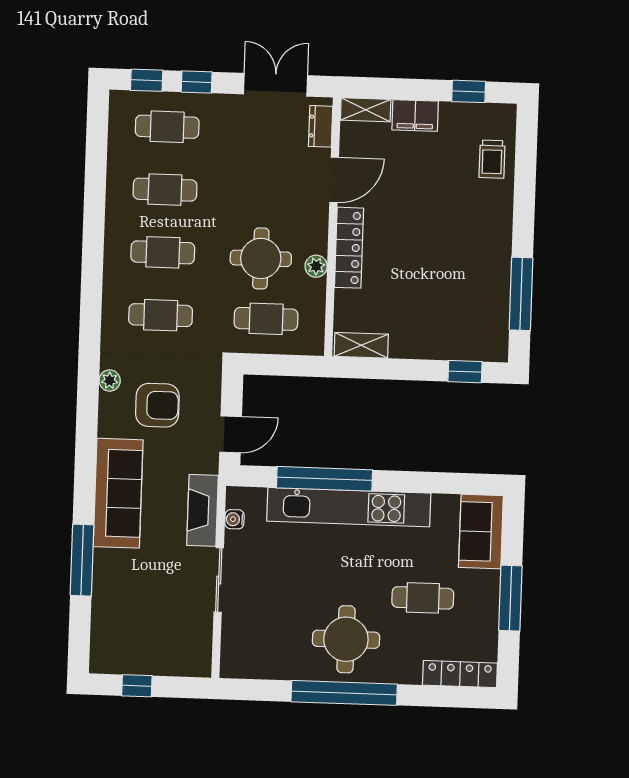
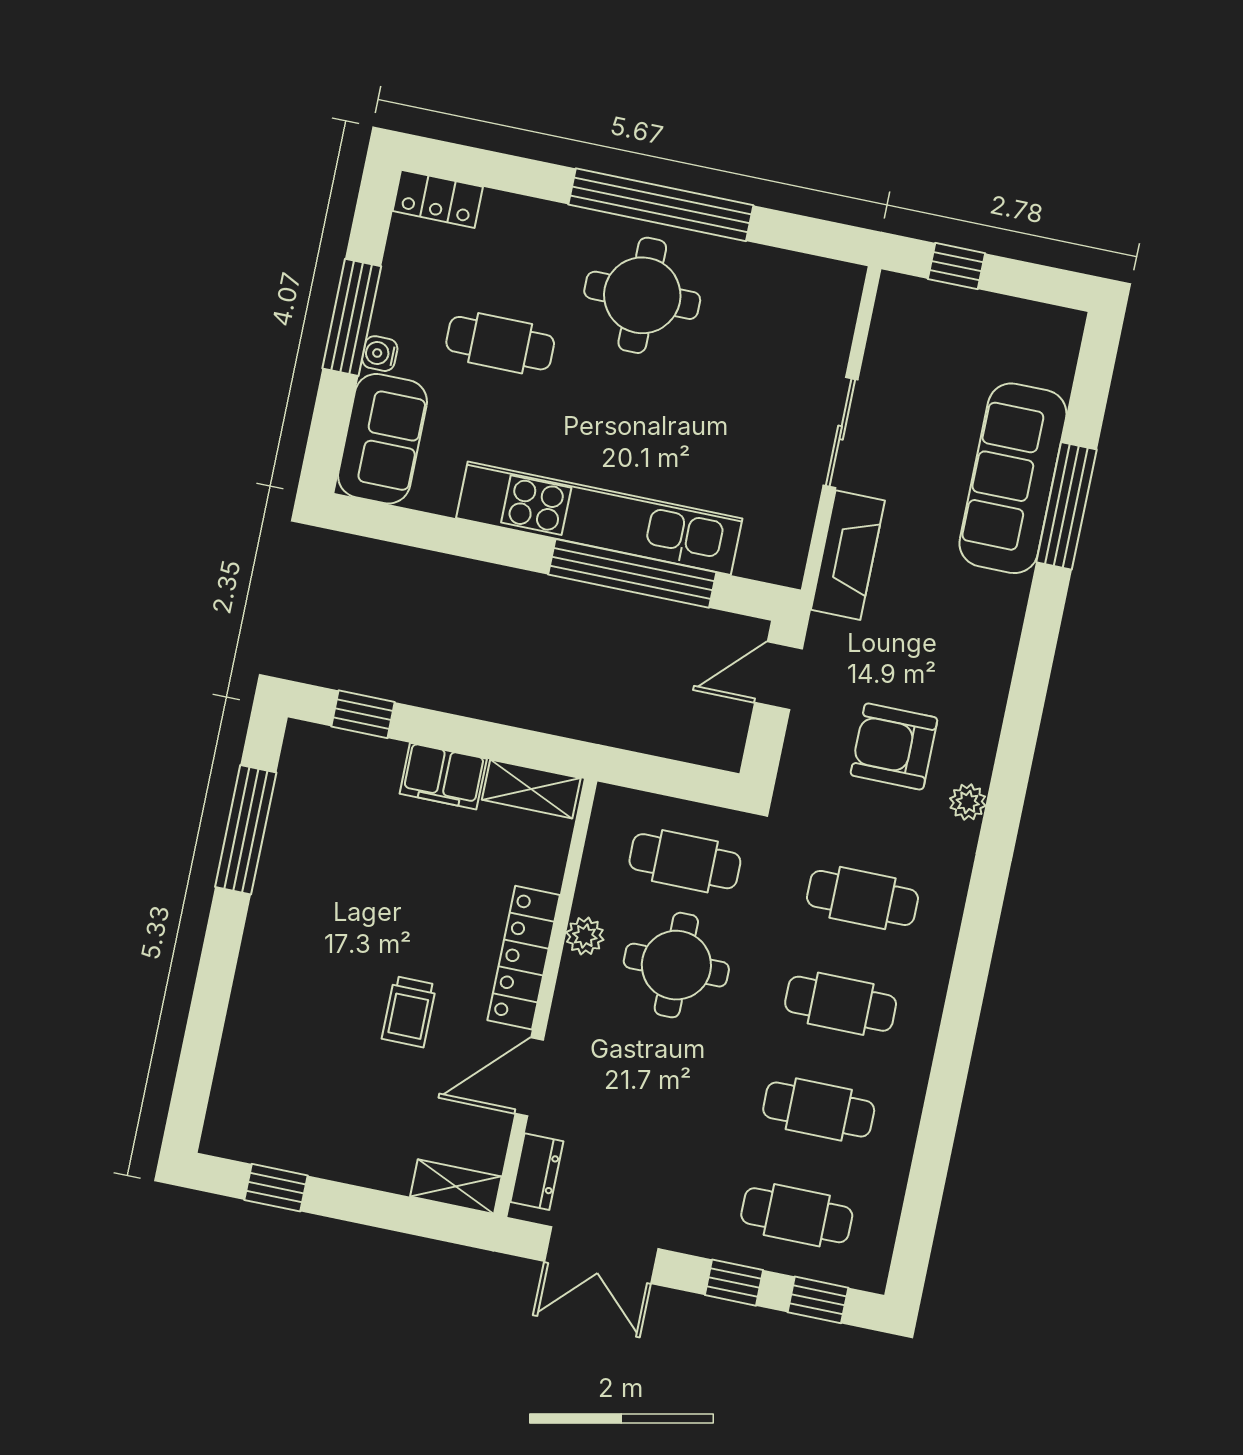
filing cabinet: (415, 115) -> (443, 776), moved, turned 180
trolley: (492, 159) -> (409, 1012), moved, turned 180
sofa: (118, 493) -> (1013, 478), moved
water cooler: (234, 519) -> (380, 354), moved, turned 180
locker: (460, 674) -> (438, 199), width x0.66
window: (137, 686) -> (957, 266), moved

